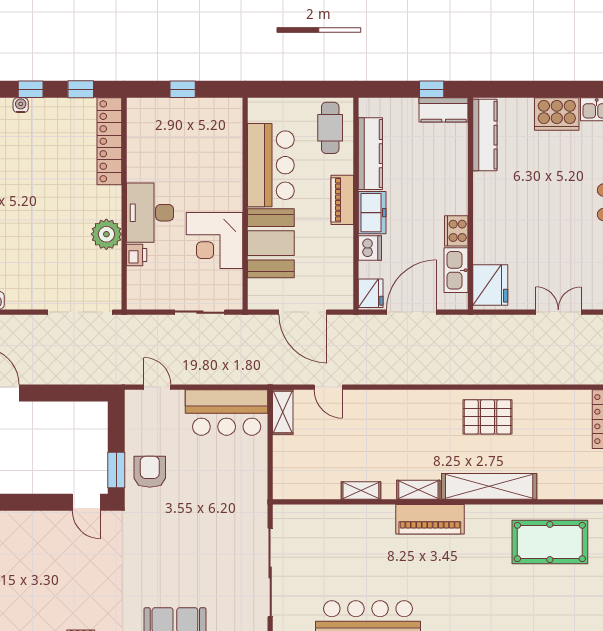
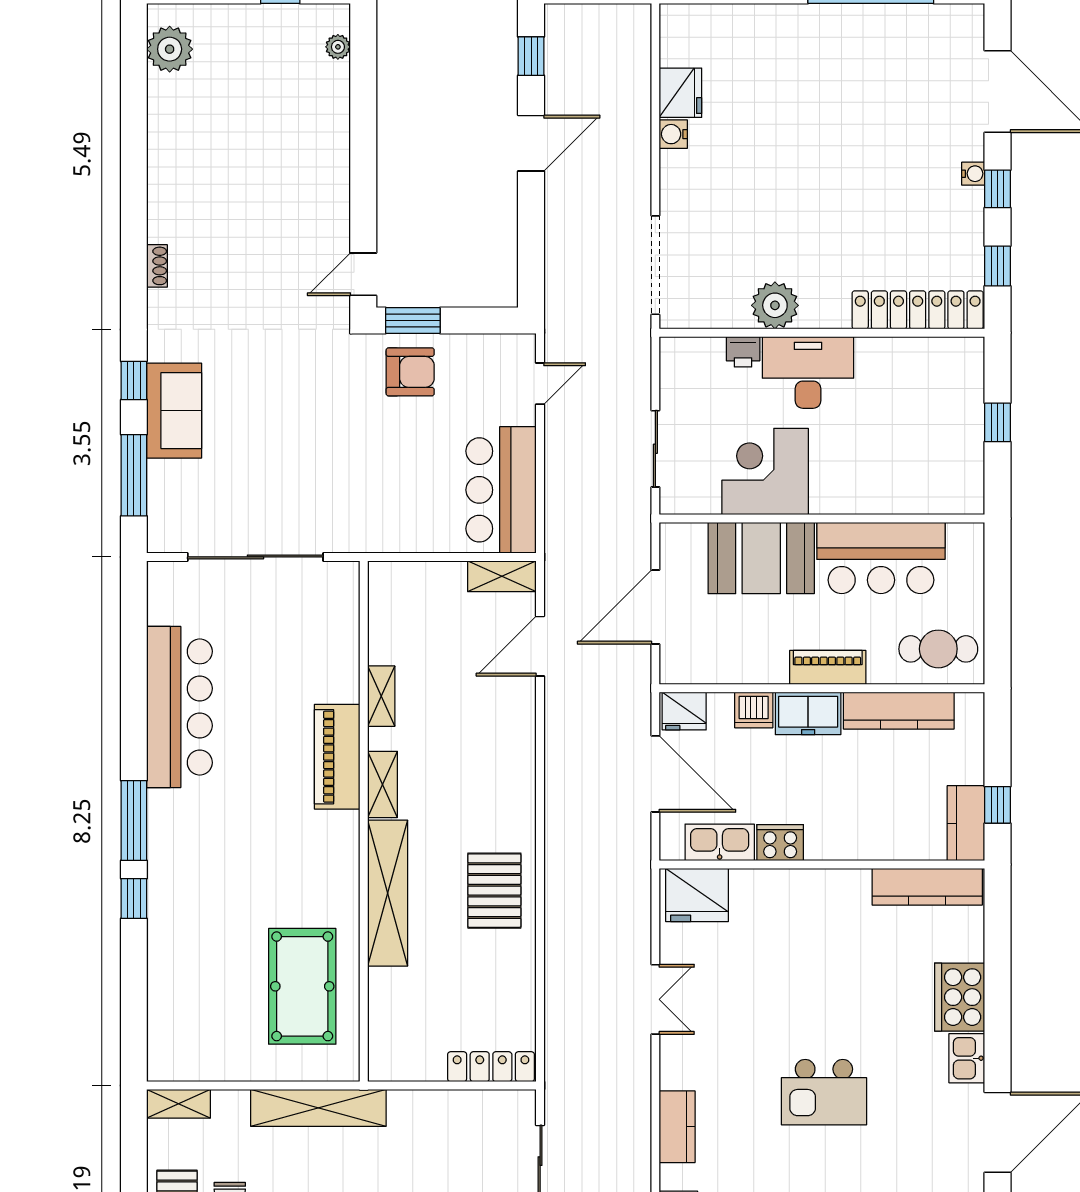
door: (328, 387) -> (540, 646), width x1.38
piano: (430, 519) -> (337, 757), moved

